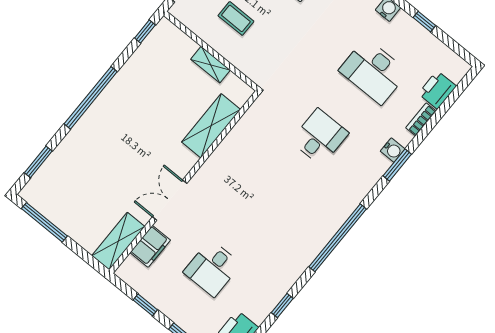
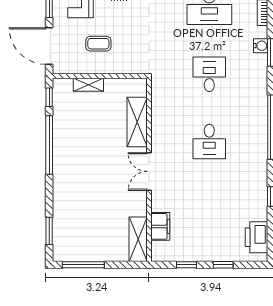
shelving: (210, 65) -> (88, 85), moved
window: (91, 98) -> (49, 145), moved
double door: (170, 200) -> (149, 171), moved
desk: (212, 268) -> (209, 142), moved

